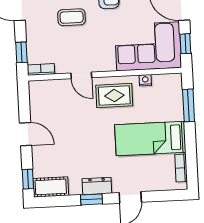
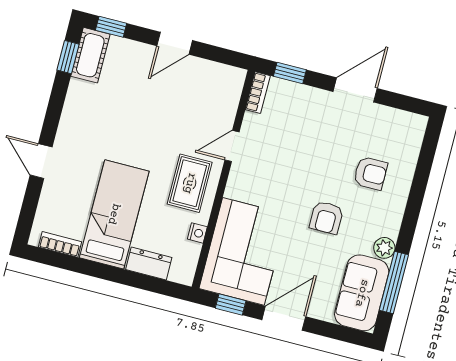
coffee table: (72, 17) -> (317, 158), removed
window: (189, 105) -> (144, 282), removed
dresser: (97, 186) -> (149, 264), moved, turned -90
window: (92, 199) -> (68, 57), moved

